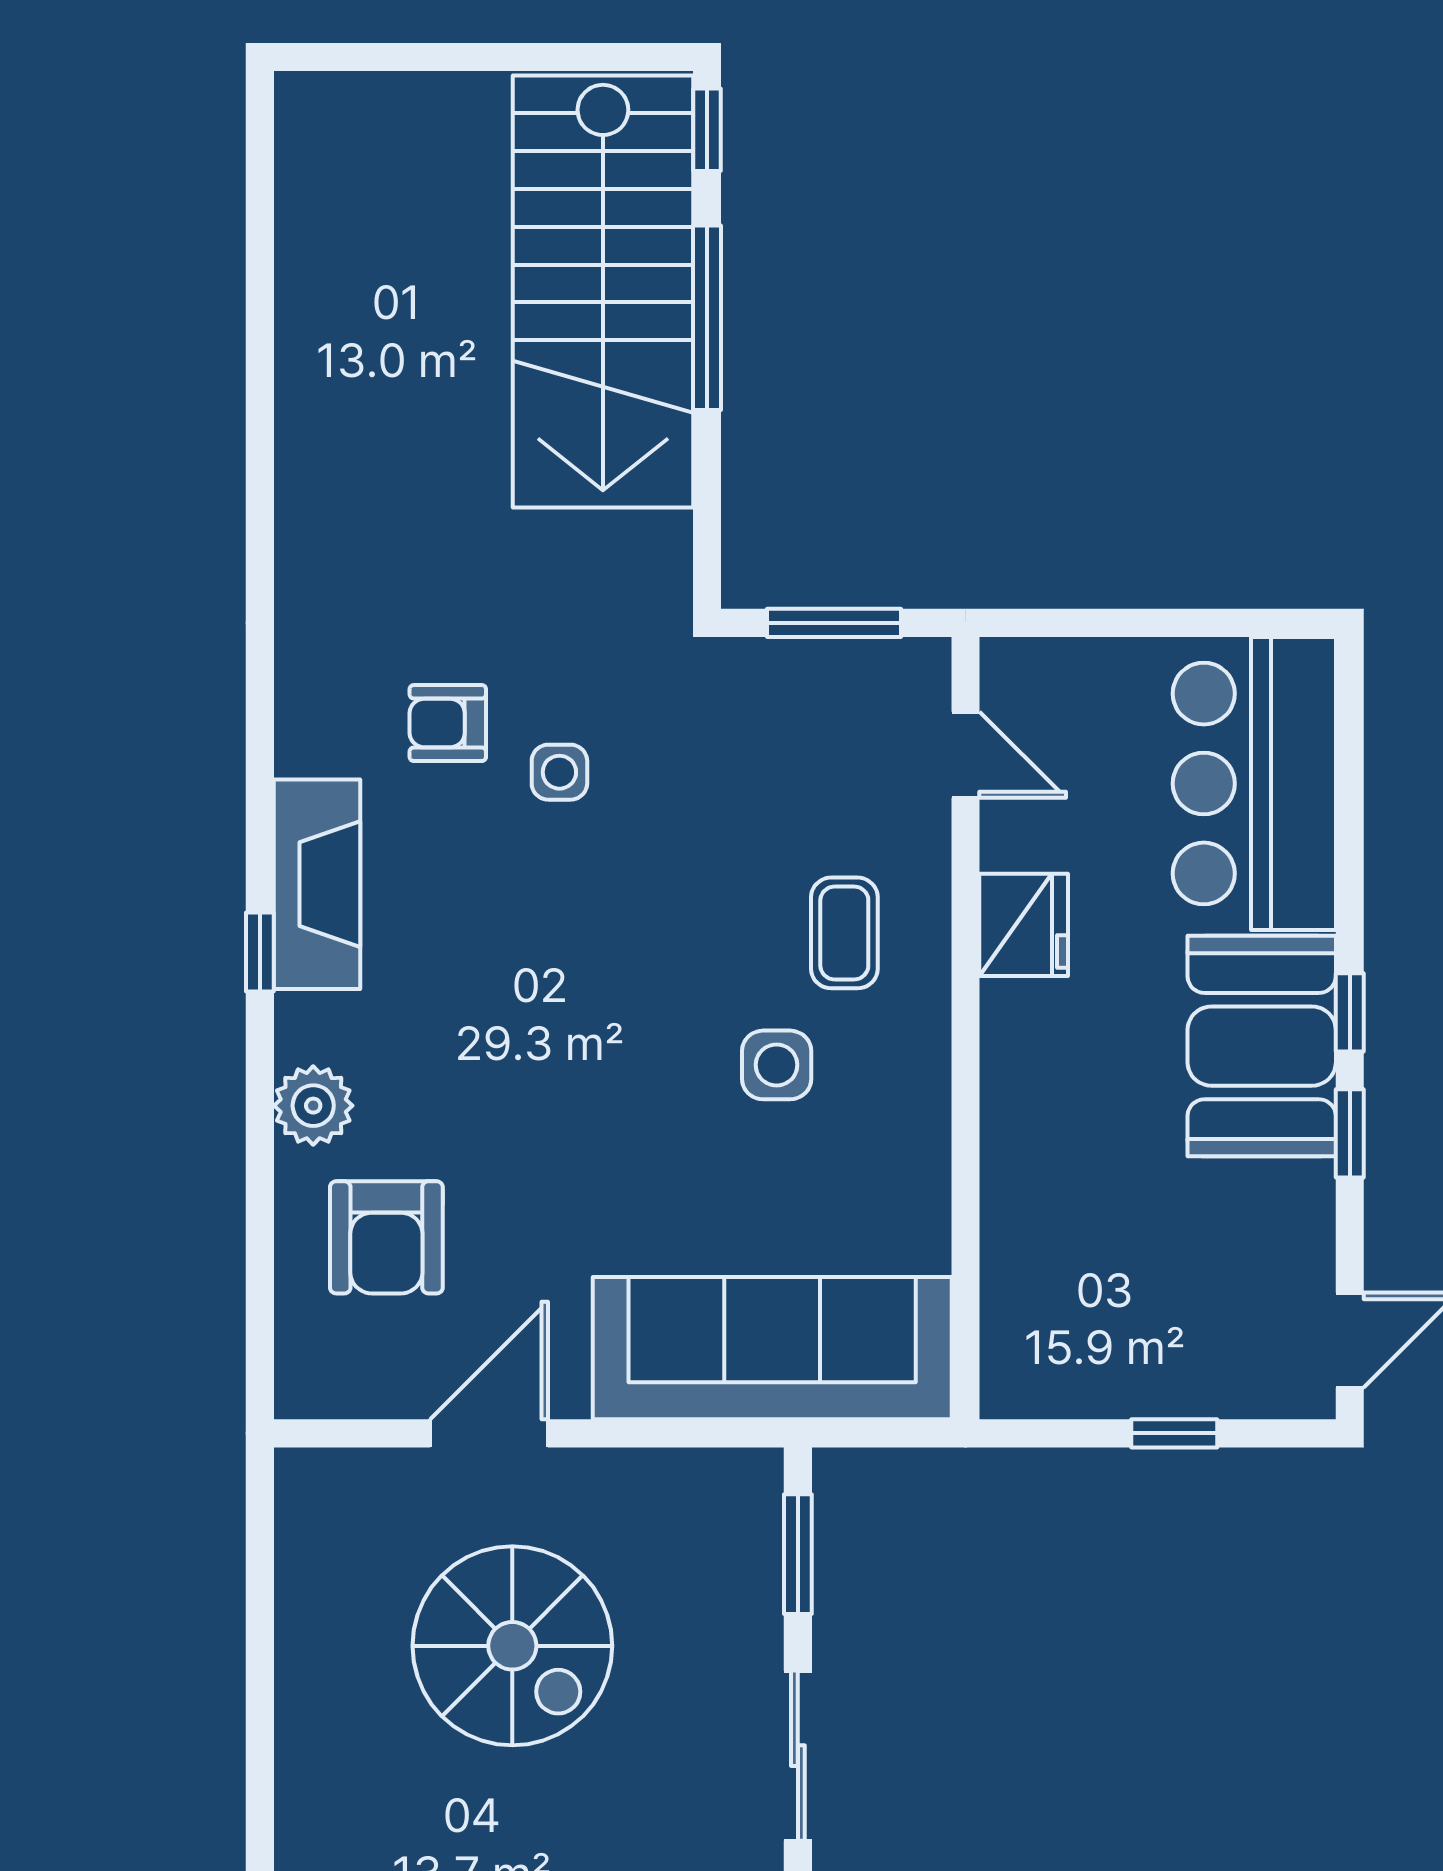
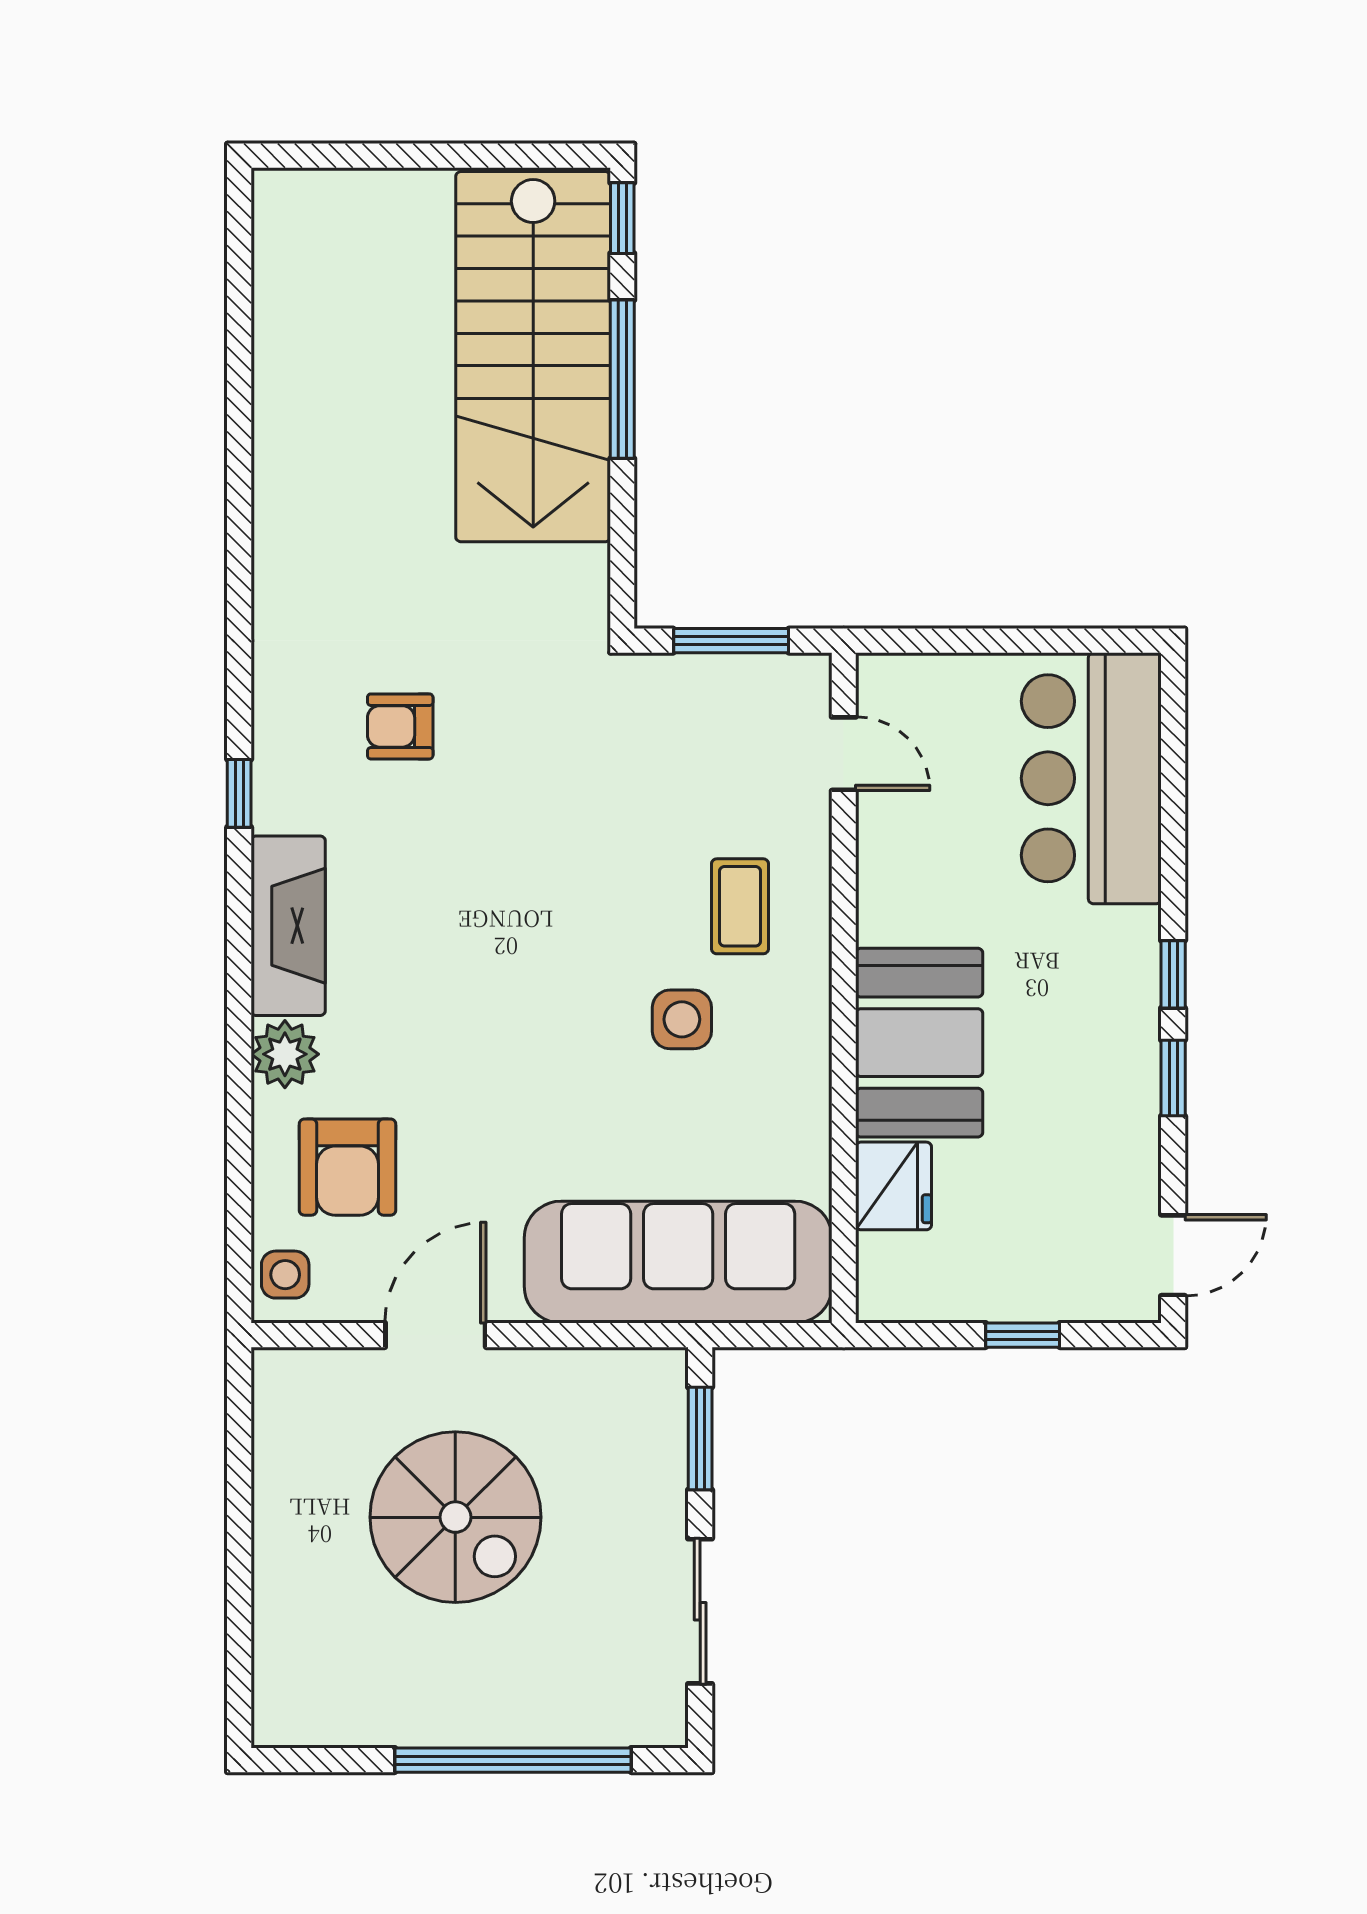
side table: (559, 772) -> (285, 1275), moved
fireplace: (317, 884) -> (288, 926), moved
fridge: (1024, 925) -> (894, 1186), moved
window: (260, 952) -> (239, 793), moved
booth: (1262, 1046) -> (919, 1043), moved

